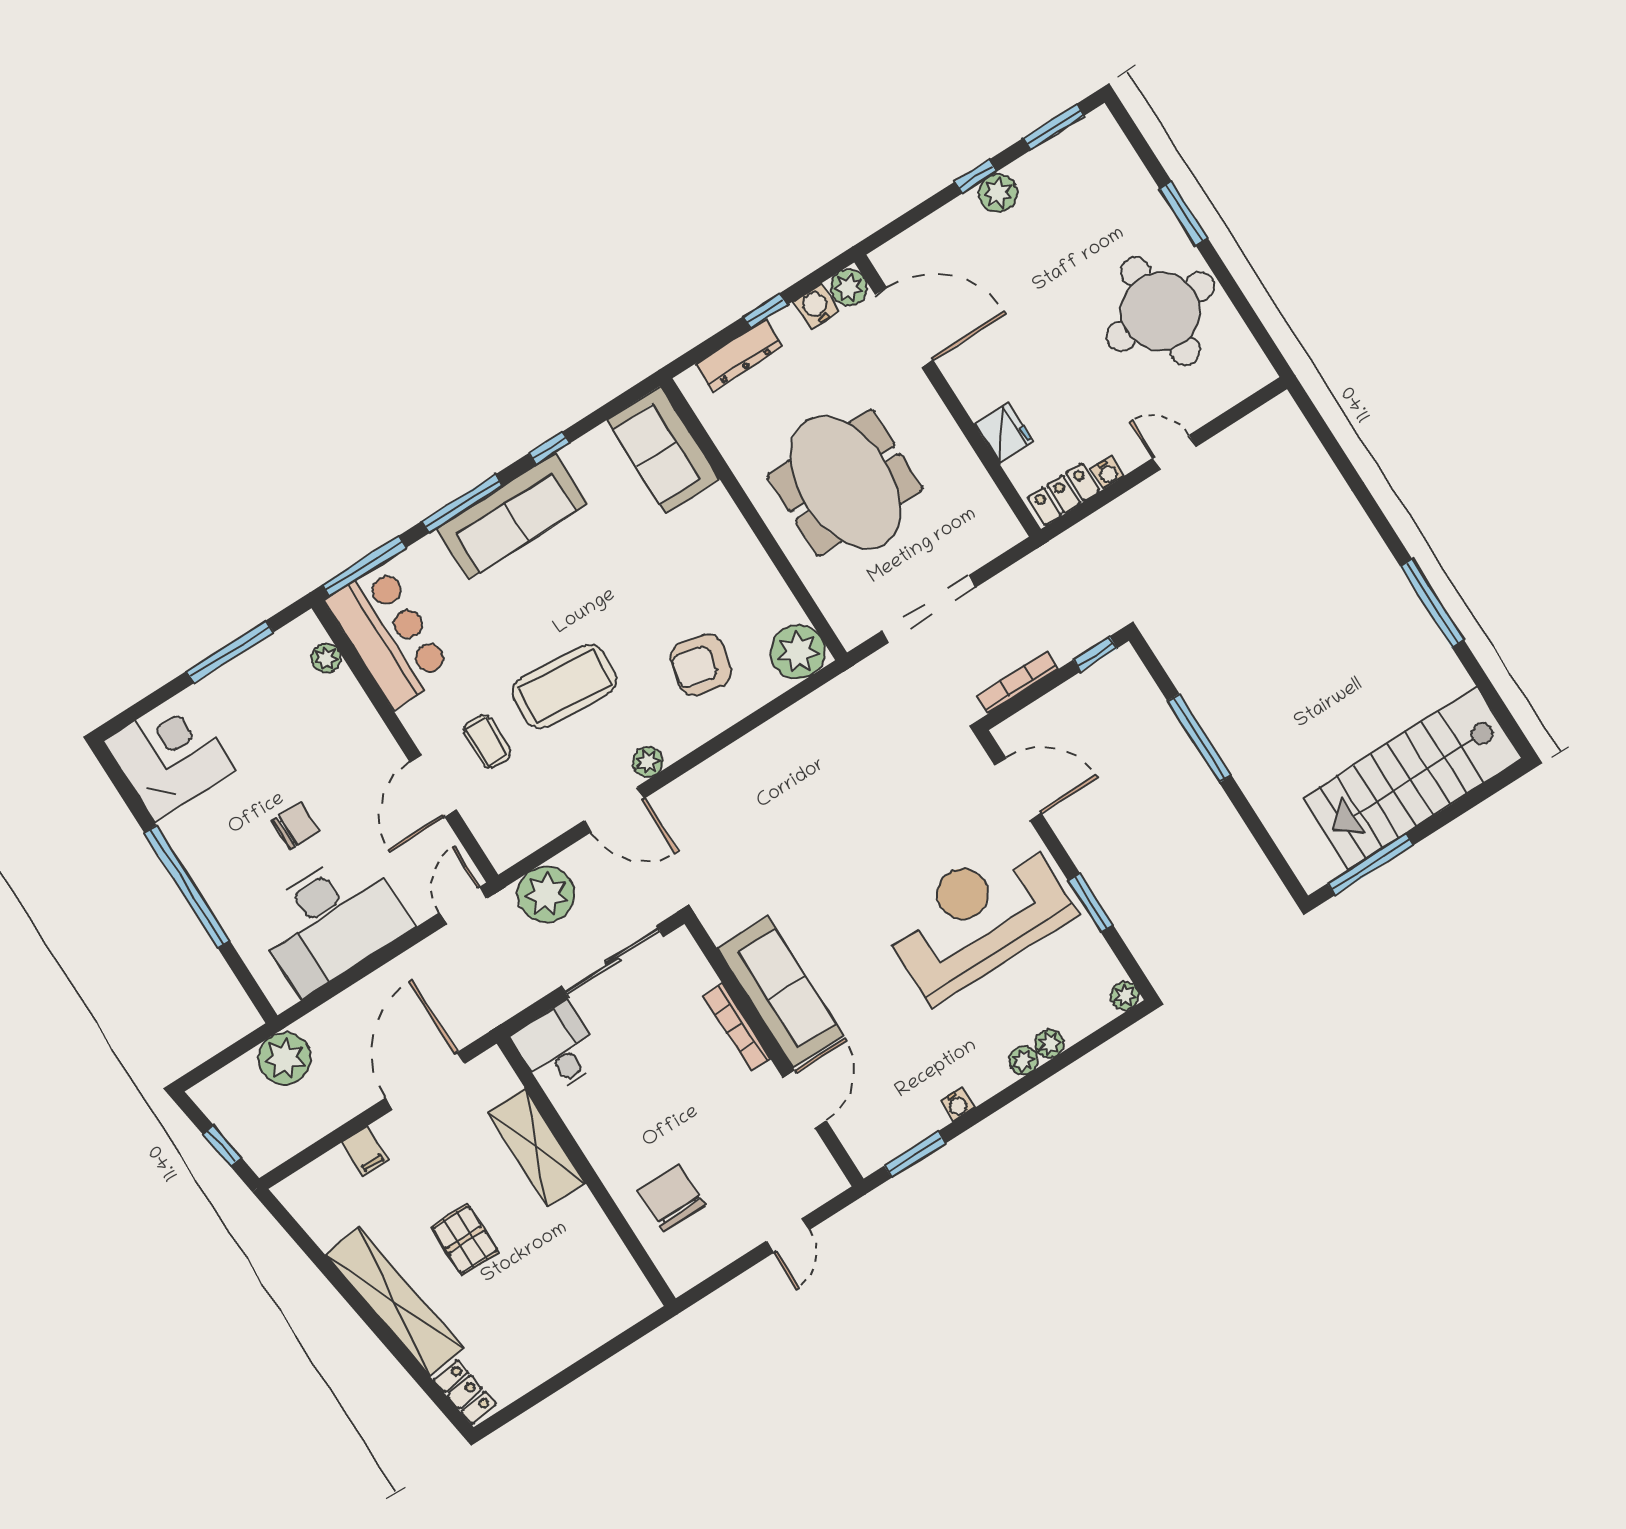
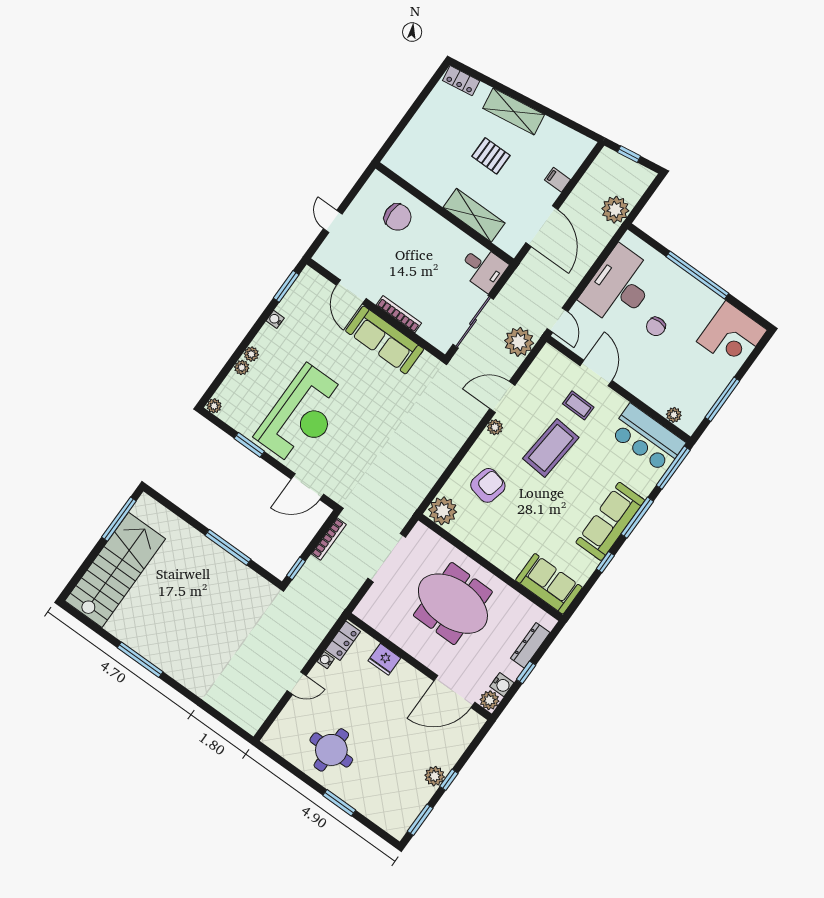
round table: (1160, 311) -> (331, 750), width x0.73, depth x0.73
shelving: (394, 1301) -> (514, 112), width x0.68

